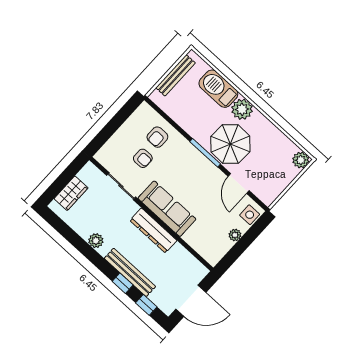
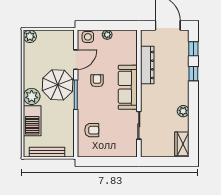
armchair: (143, 158) -> (97, 81), moved
wardrobe: (71, 193) -> (182, 144), moved, turned -90
dresser: (153, 230) -> (147, 65), moved
bench: (130, 272) -> (183, 75), removed

